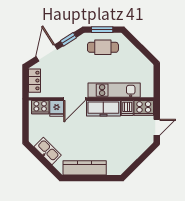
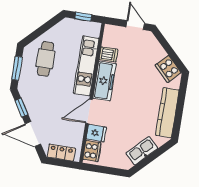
cafe table: (103, 47) -> (45, 59), moved
window: (157, 80) -> (83, 17), added
door: (75, 99) -> (89, 111), swing flipped
cooker: (144, 108) -> (168, 69), moved, turned 135

